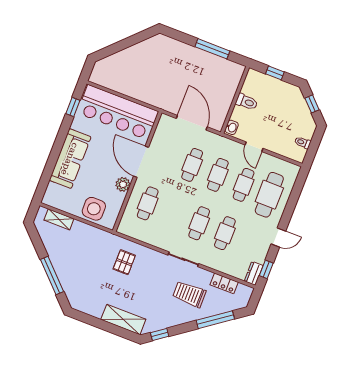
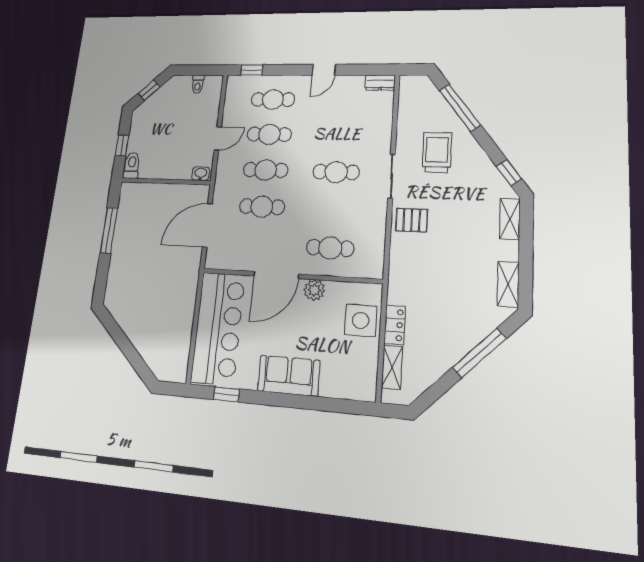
toilet: (247, 102) -> (132, 165), moved
sofa: (70, 159) -> (289, 376), width x0.73
cafe table: (269, 195) -> (273, 99), width x0.73, depth x0.74
cafe table: (225, 233) -> (339, 135), removed
door: (278, 238) -> (324, 70), swing flipped
pallet: (124, 262) -> (412, 220), moved
window: (266, 269) -> (252, 70), moved
locker: (224, 283) -> (395, 325), moved
trolley: (189, 294) -> (437, 152), turned 180
shelving: (88, 308) -> (508, 284), added
shelving: (123, 319) -> (510, 219), width x0.67, depth x0.75

